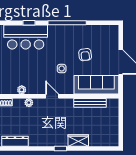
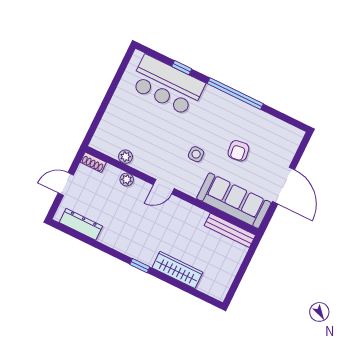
door: (52, 96) -> (164, 187), swing flipped
bench: (90, 103) -> (230, 230), moved
wardrobe: (78, 141) -> (177, 270), width x1.50

